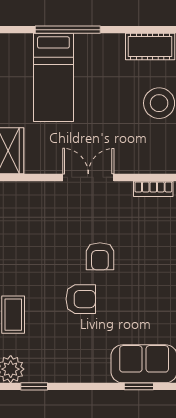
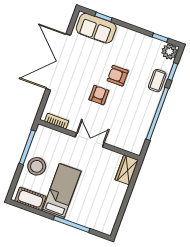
bed: (53, 77) -> (62, 191), moved
double door: (88, 177) -> (90, 140), swing flipped

